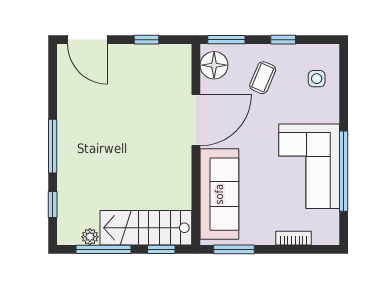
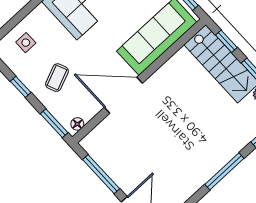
window: (146, 40) -> (101, 174), width x2.17
floor lamp: (214, 65) -> (77, 124), width x0.53, depth x0.53
coffee table: (263, 78) -> (57, 78), turned -46

